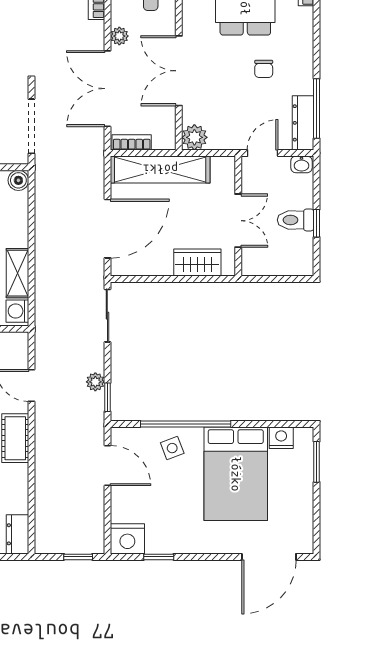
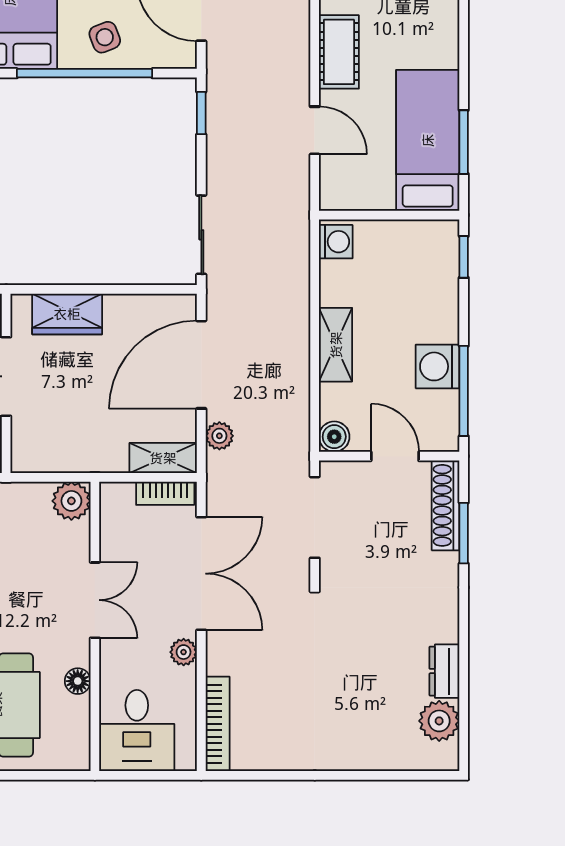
floor lamp: (190, 17) -> (78, 681), added
double door: (179, 71) -> (95, 600), width x0.73
shelving: (160, 169) -> (163, 458), width x0.45, depth x0.75
shelving: (17, 273) -> (336, 345), moved
plant: (95, 382) -> (219, 436), moved

